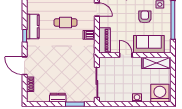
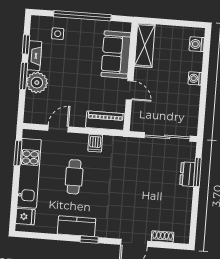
armchair: (145, 17) -> (75, 58), removed
door: (126, 55) -> (130, 90), swing flipped
washing machine: (160, 93) -> (197, 44), width x0.53, depth x0.53
dresser: (58, 98) -> (187, 174), moved

